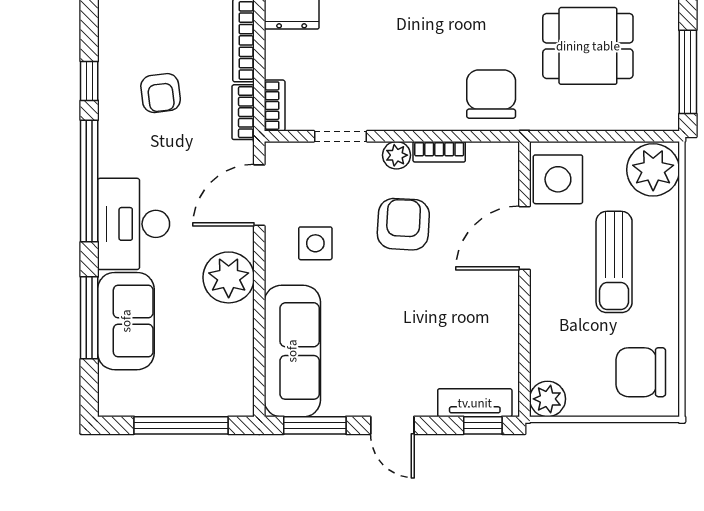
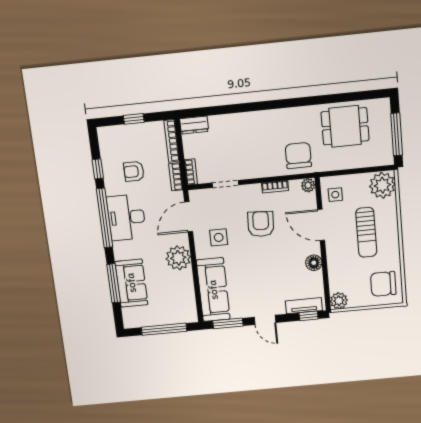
armchair: (161, 93) -> (134, 171), turned 97
plant: (397, 155) -> (308, 185), moved
side table: (558, 179) -> (335, 195), width x0.54, depth x0.54
desk: (134, 224) -> (126, 217), moved
door: (525, 238) -> (321, 225), hinge flipped
floor lamp: (503, 314) -> (314, 263), added

